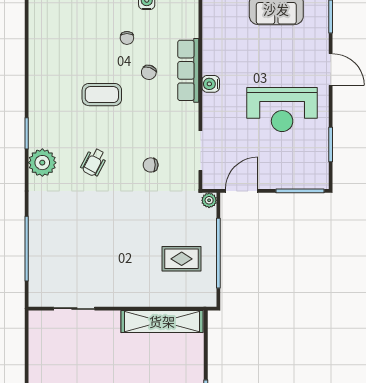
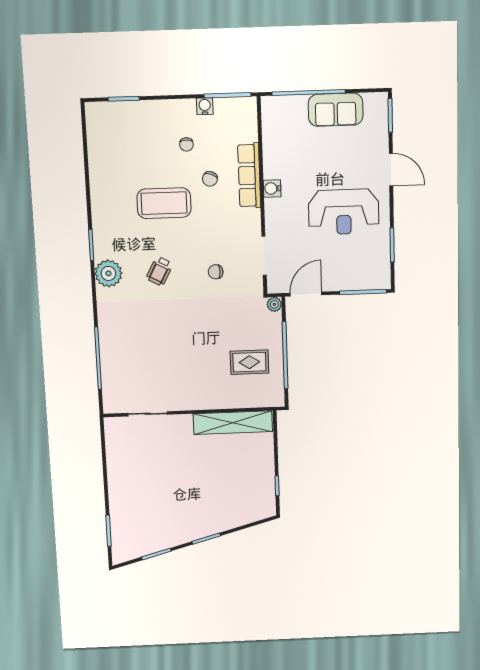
coffee table: (102, 95) -> (164, 203), width x1.36, depth x1.32

